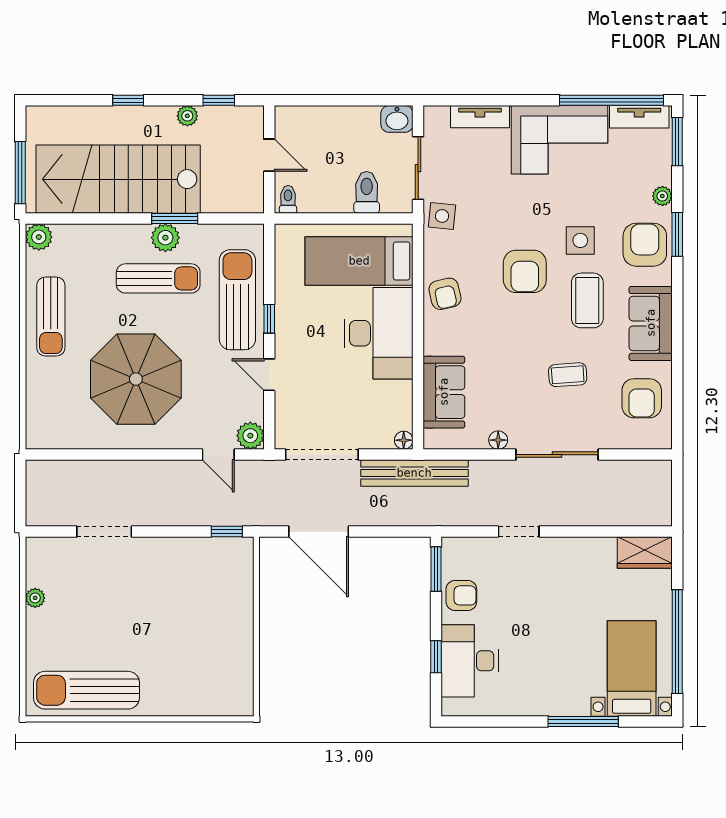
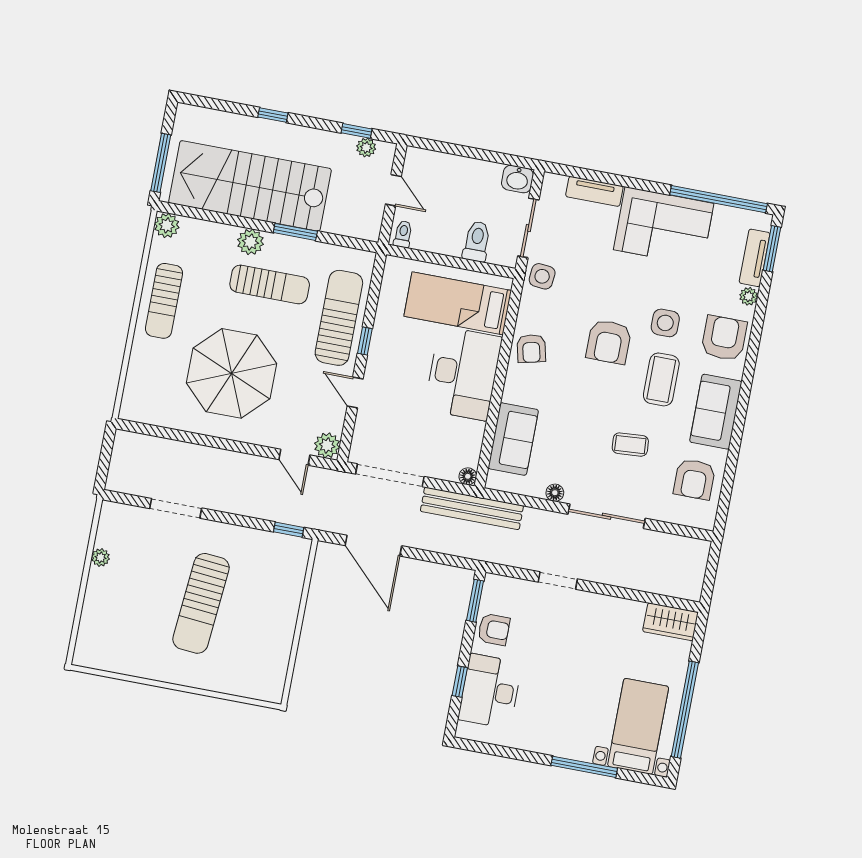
plant: (187, 116) -> (366, 147), moved
tv unit: (639, 117) -> (755, 258), moved, turned 90
window: (677, 234) -> (756, 334), removed
plant: (165, 238) -> (250, 242), moved
sun lounger: (86, 690) -> (201, 603), moved, turned -85

